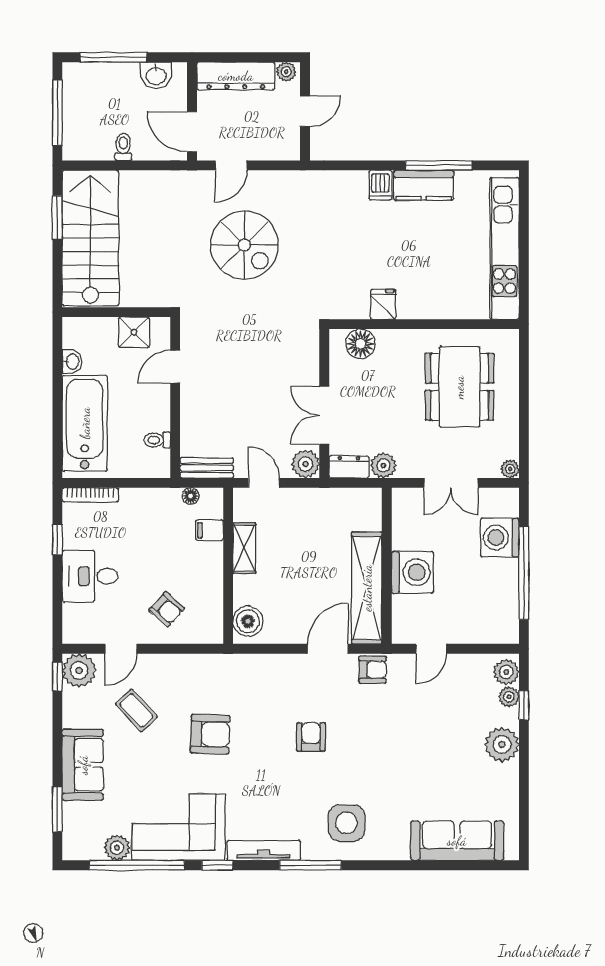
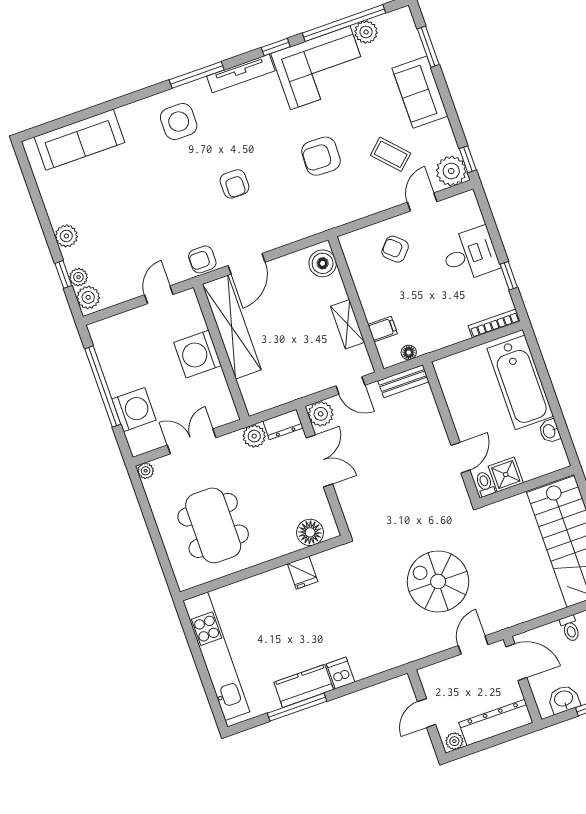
toilet: (157, 440) -> (485, 484), moved, turned -90
plant: (502, 745) -> (66, 236), width x0.73, depth x0.73

